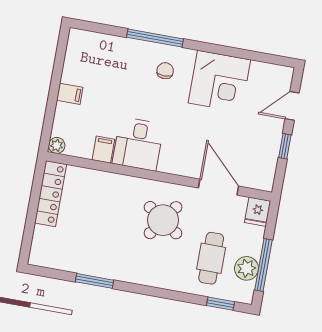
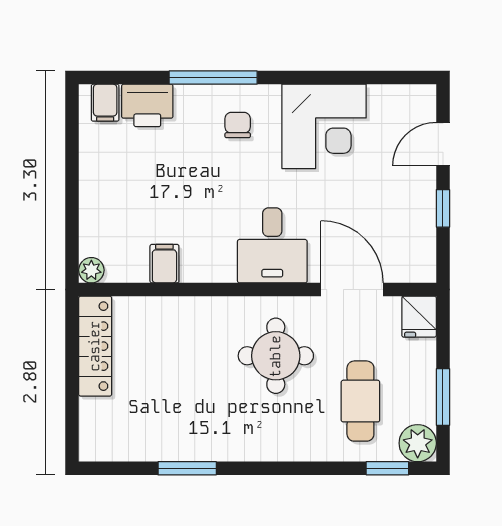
printer: (111, 48) -> (147, 105), added
filing cabinet: (70, 94) -> (105, 103), moved, turned 90
desk: (138, 144) -> (272, 245), moved
round table: (163, 220) -> (276, 356), turned -35
window: (263, 265) -> (443, 397), width x0.69
plant: (246, 268) -> (418, 443), moved

